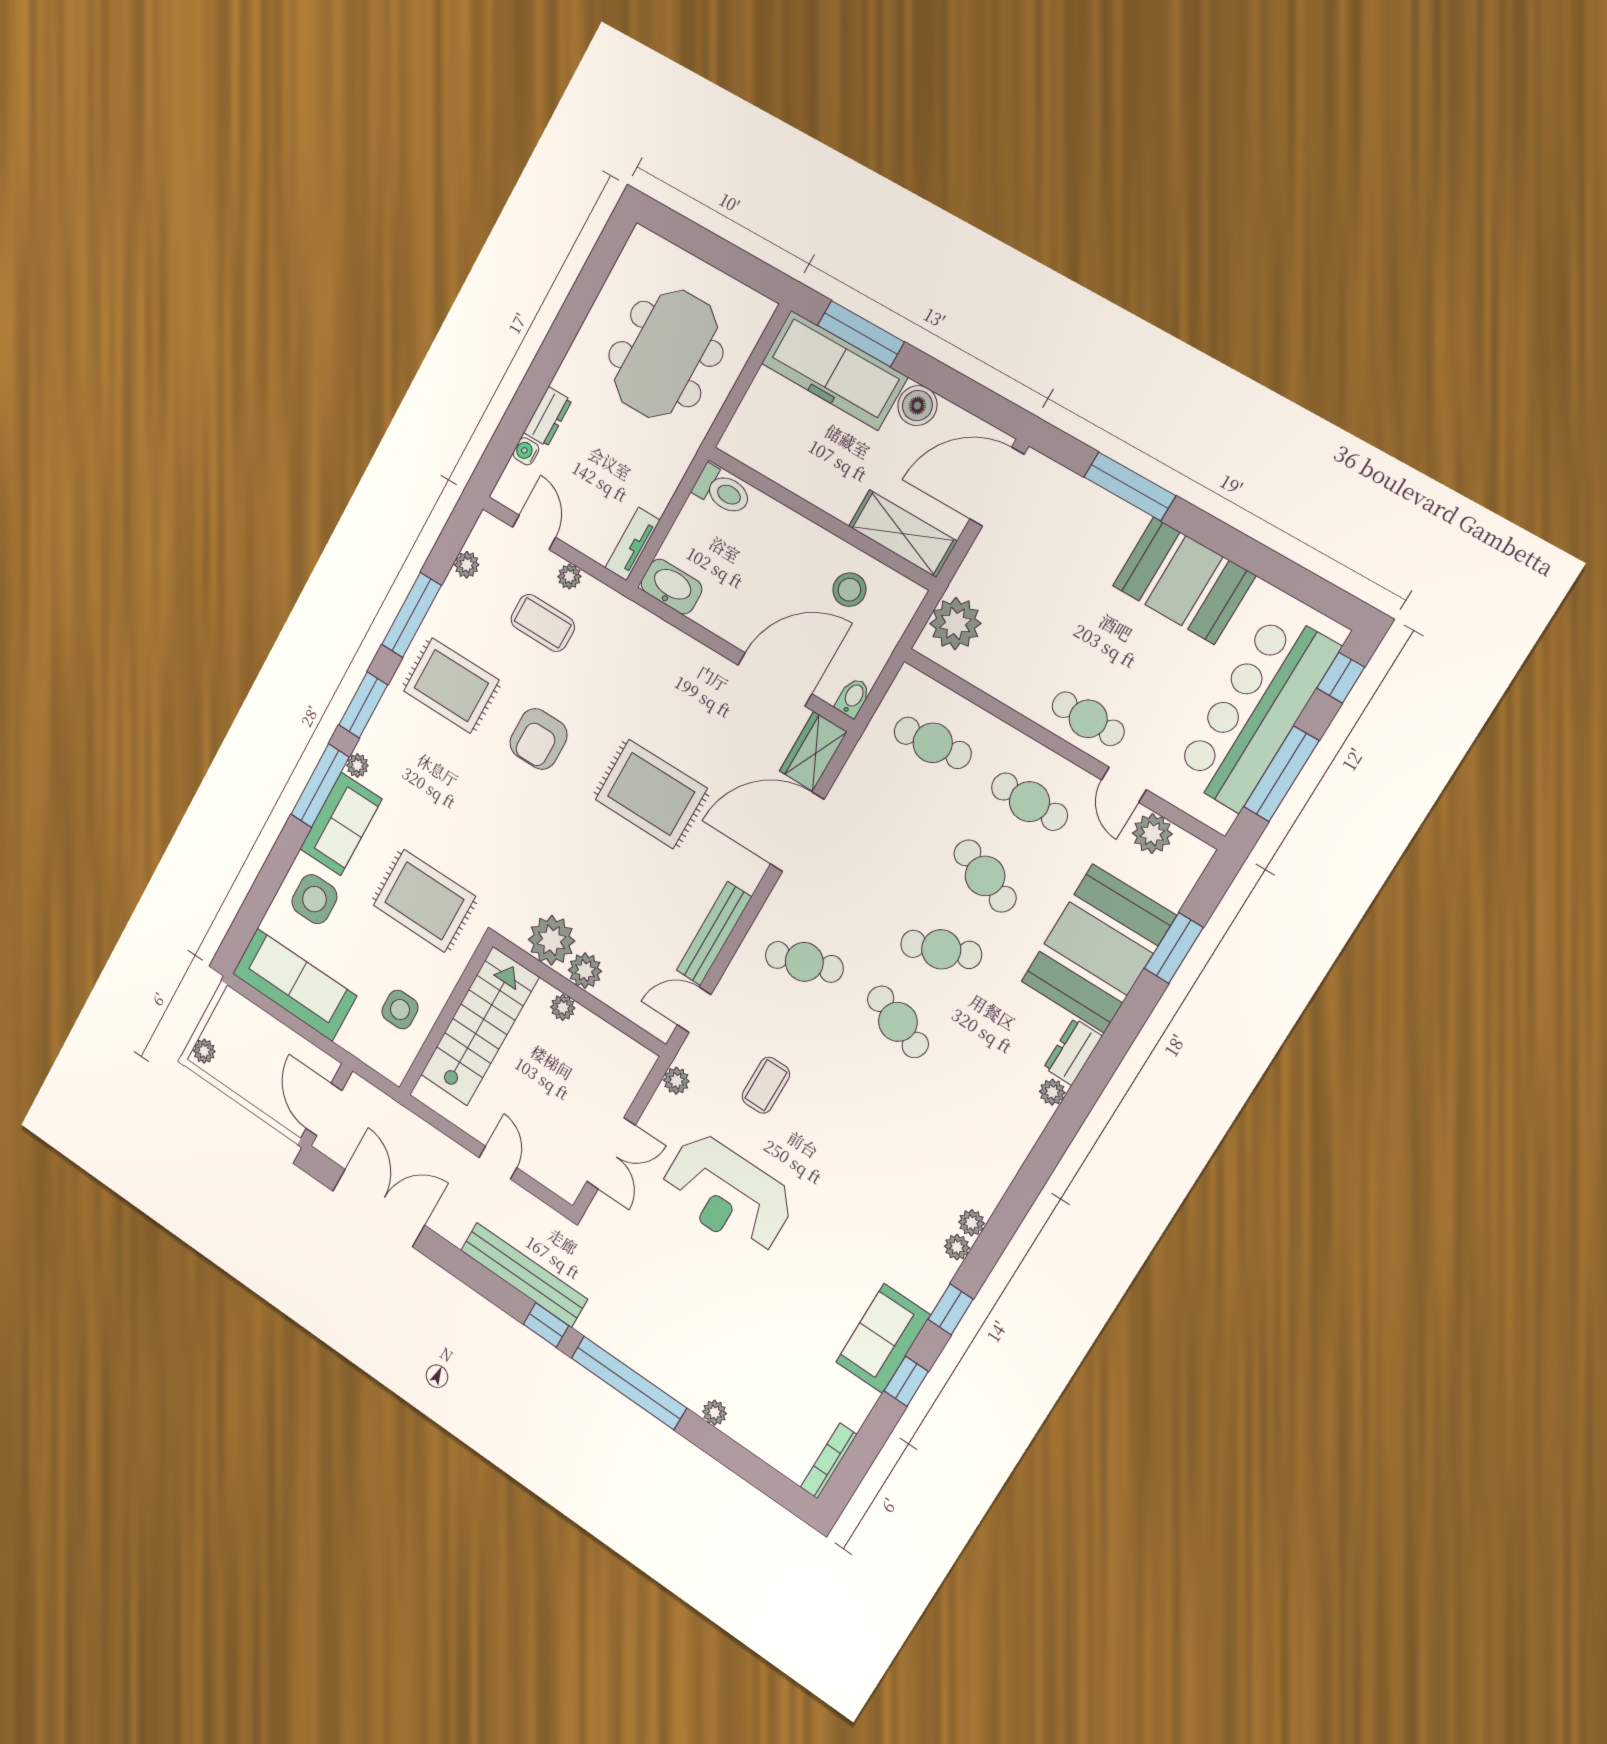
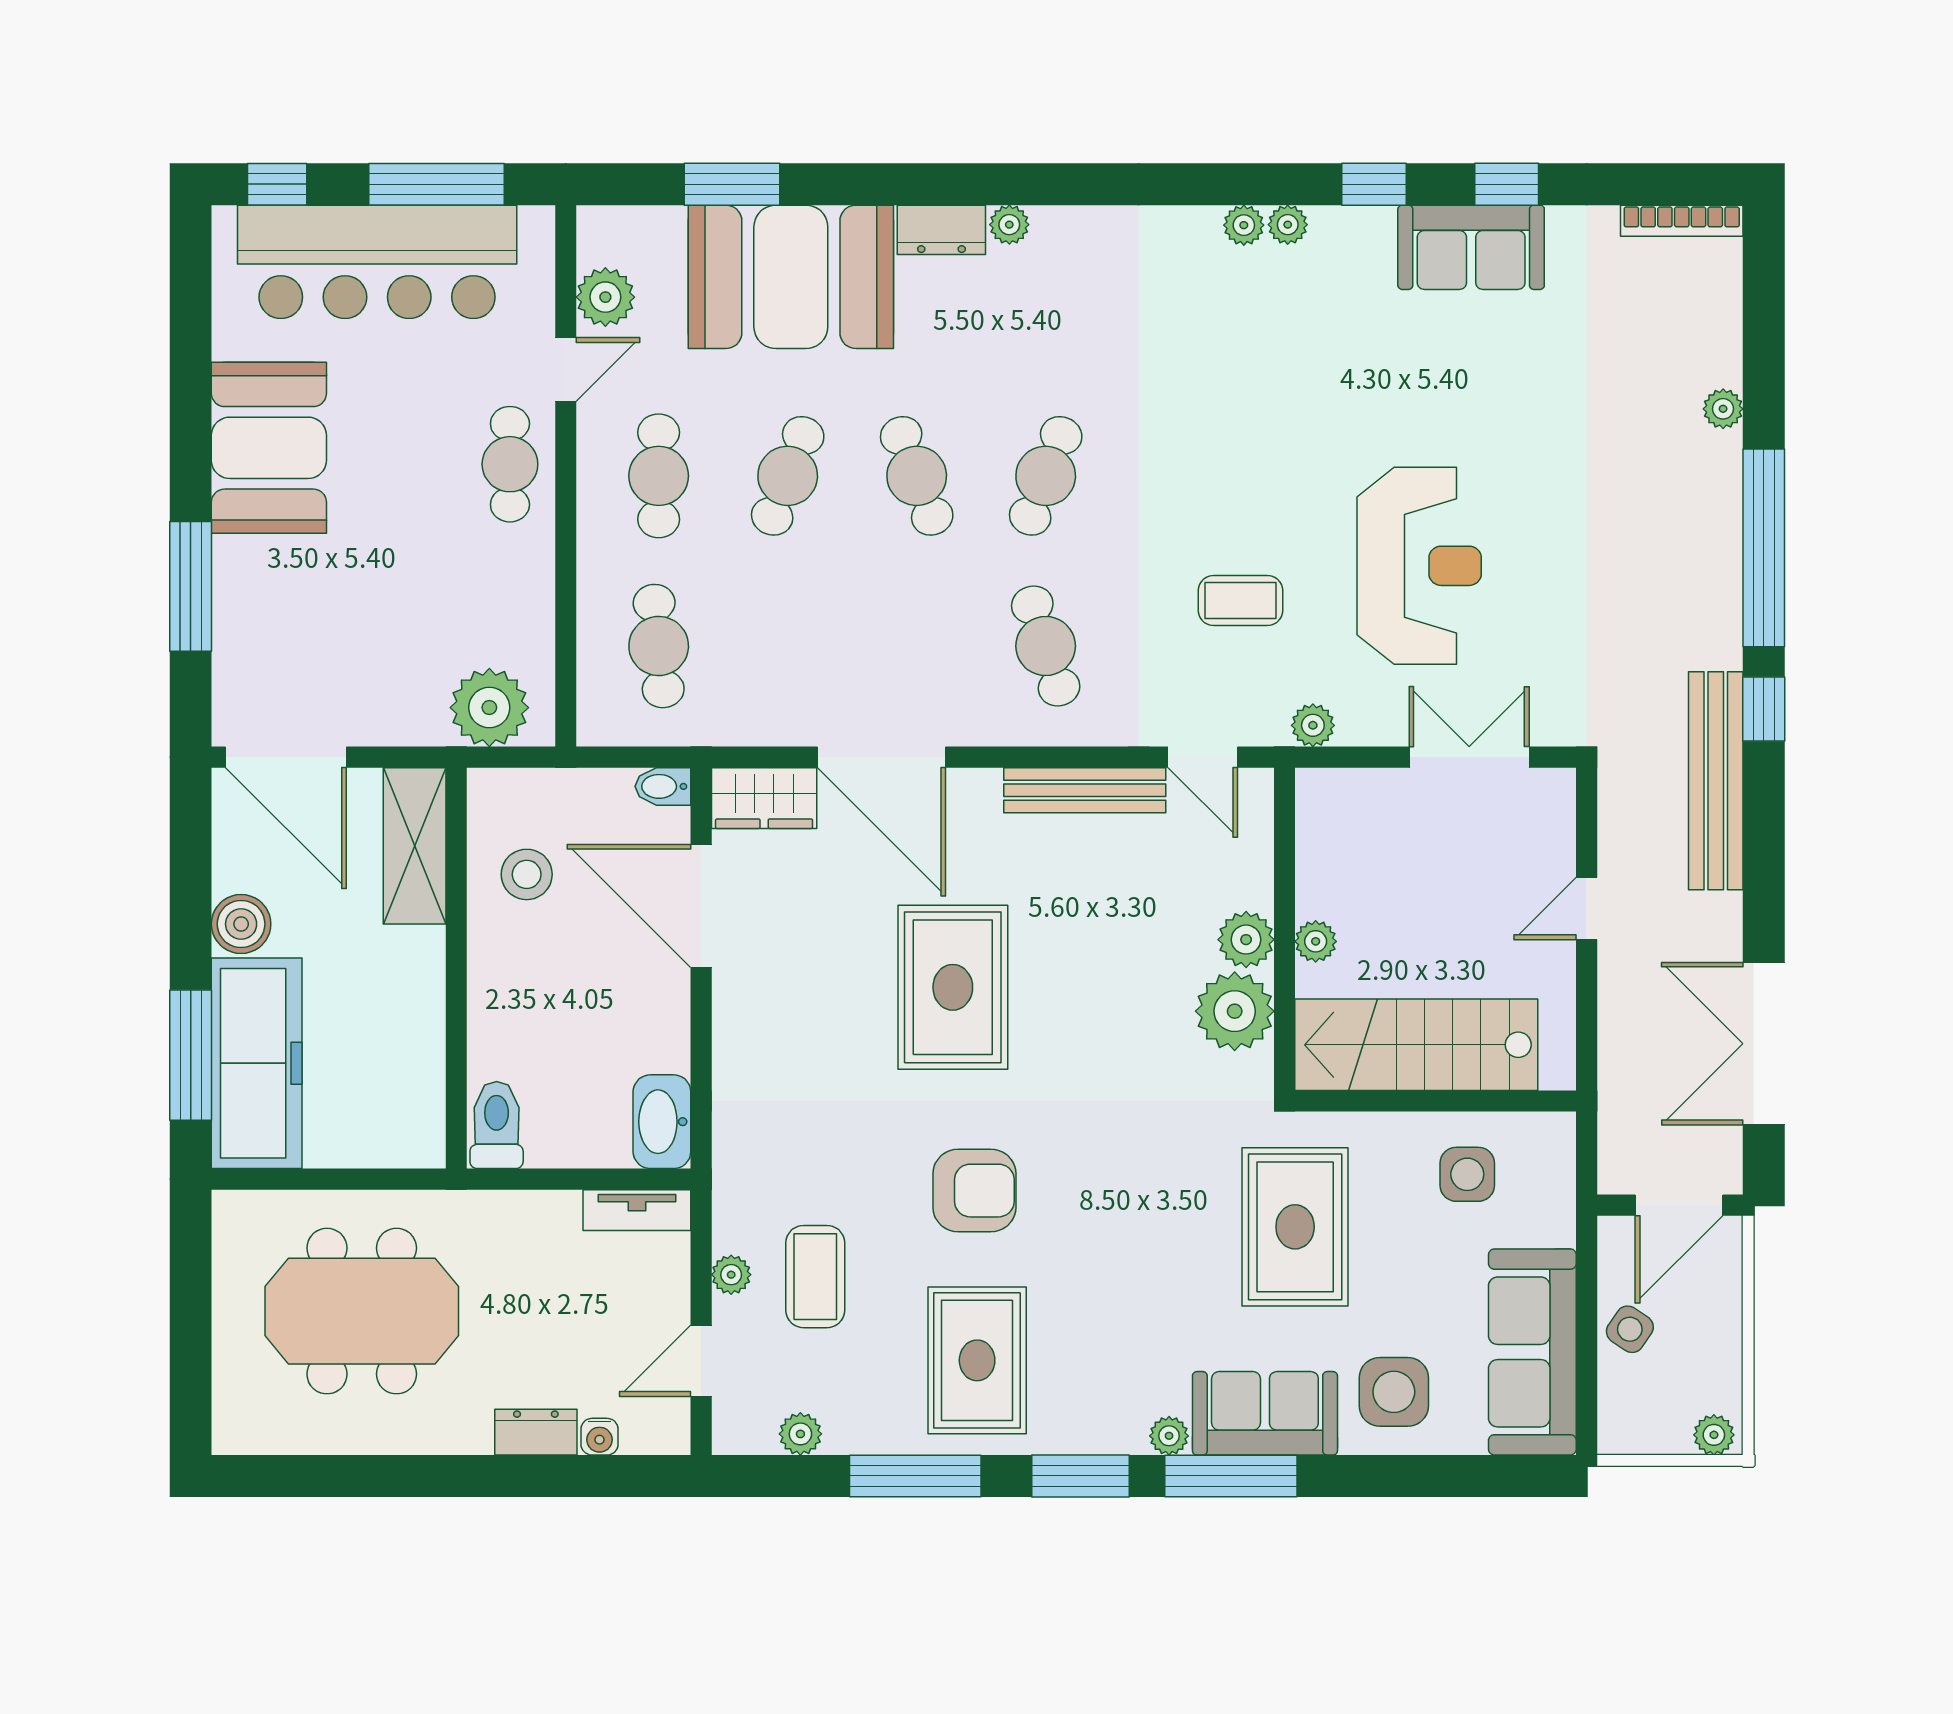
side table: (278, 1043) -> (1630, 1329), added

